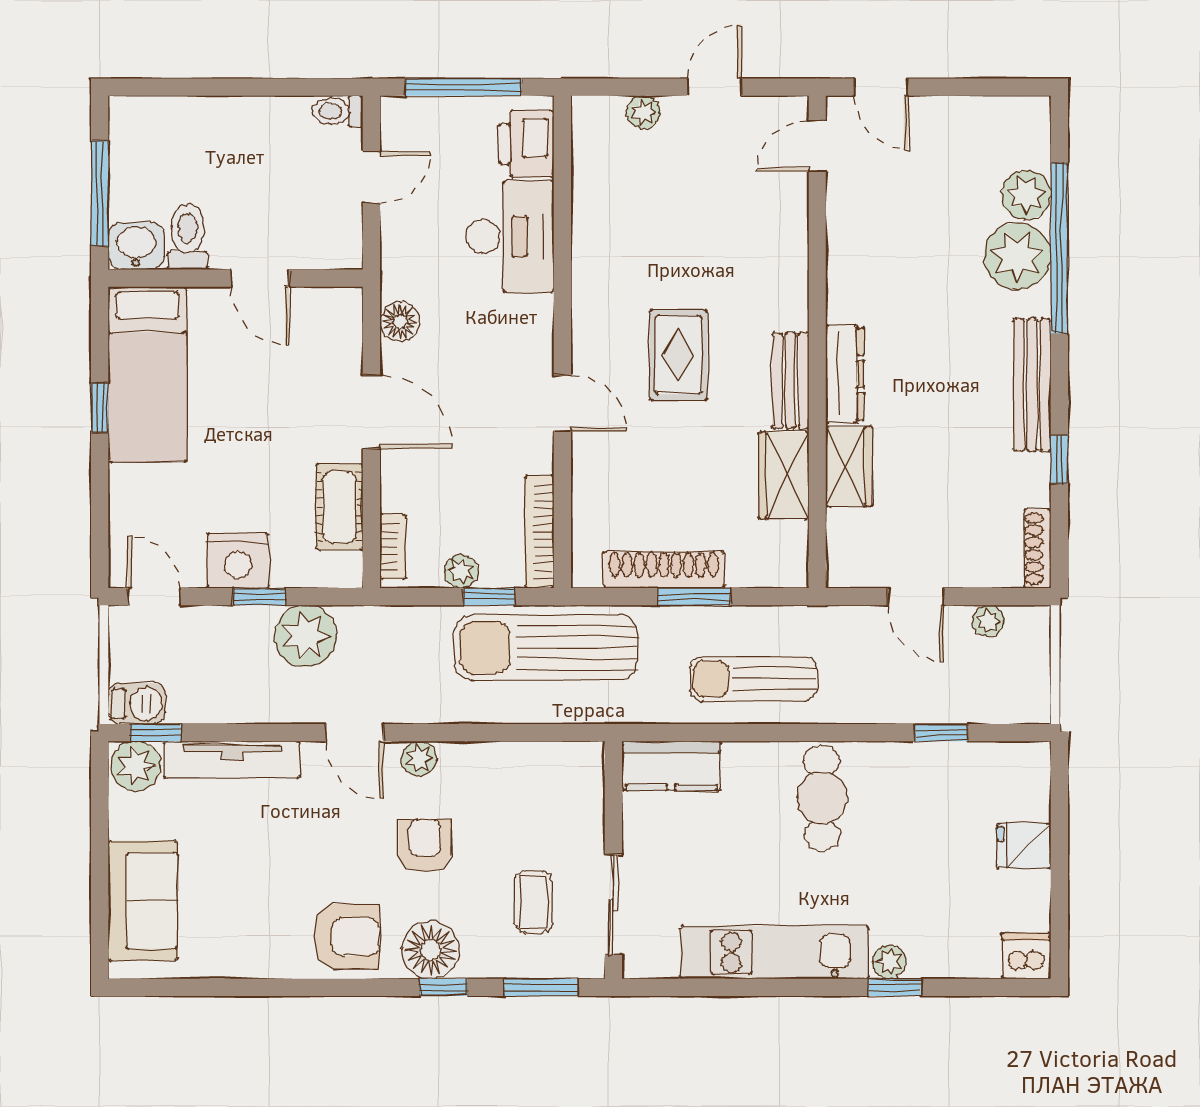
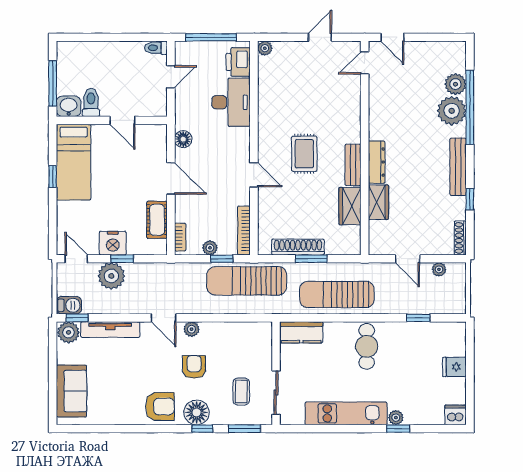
plant: (643, 112) -> (265, 48), moved
plant: (305, 636) -> (111, 276), moved
sun lounger: (753, 679) -> (337, 295), width x1.36, depth x1.34

